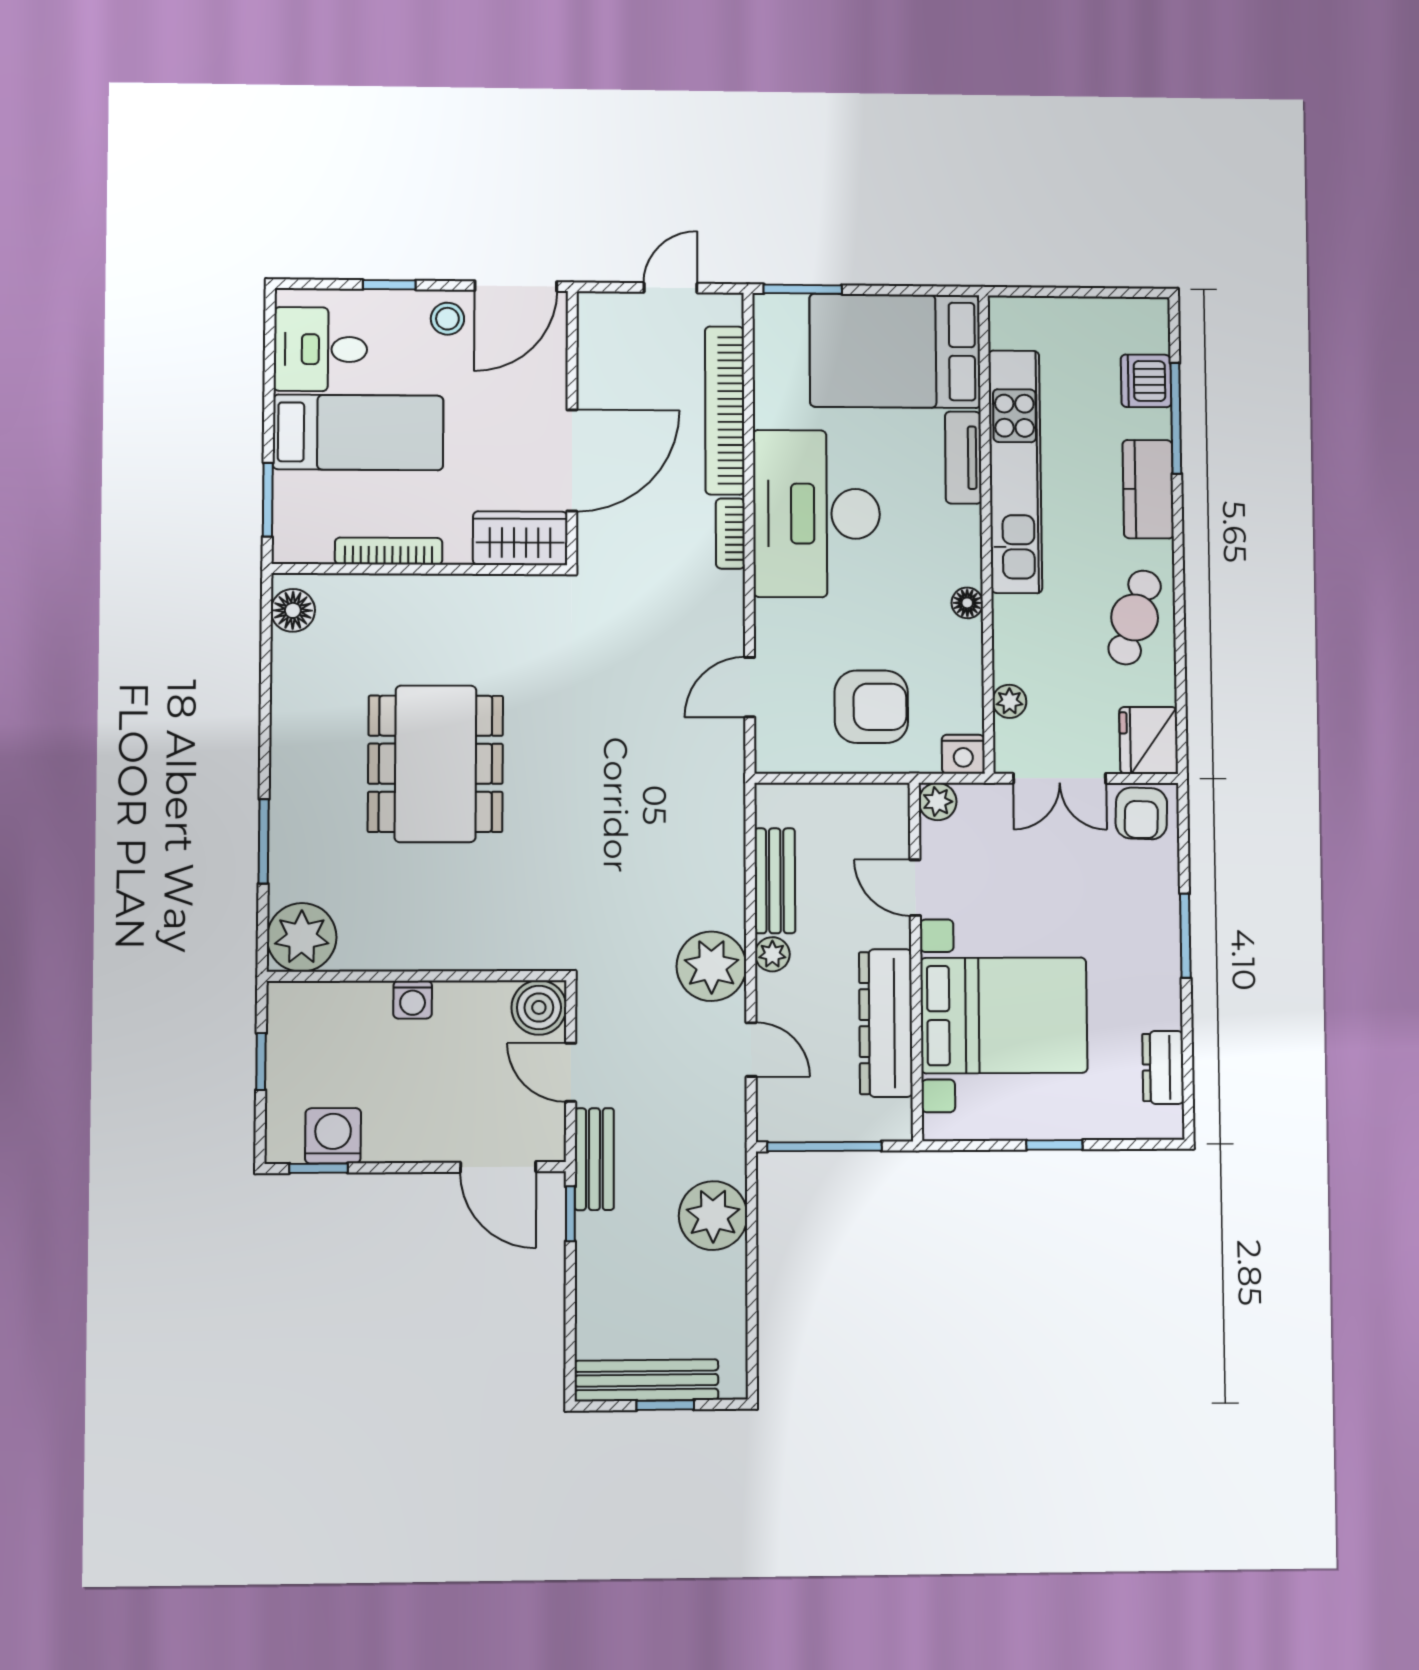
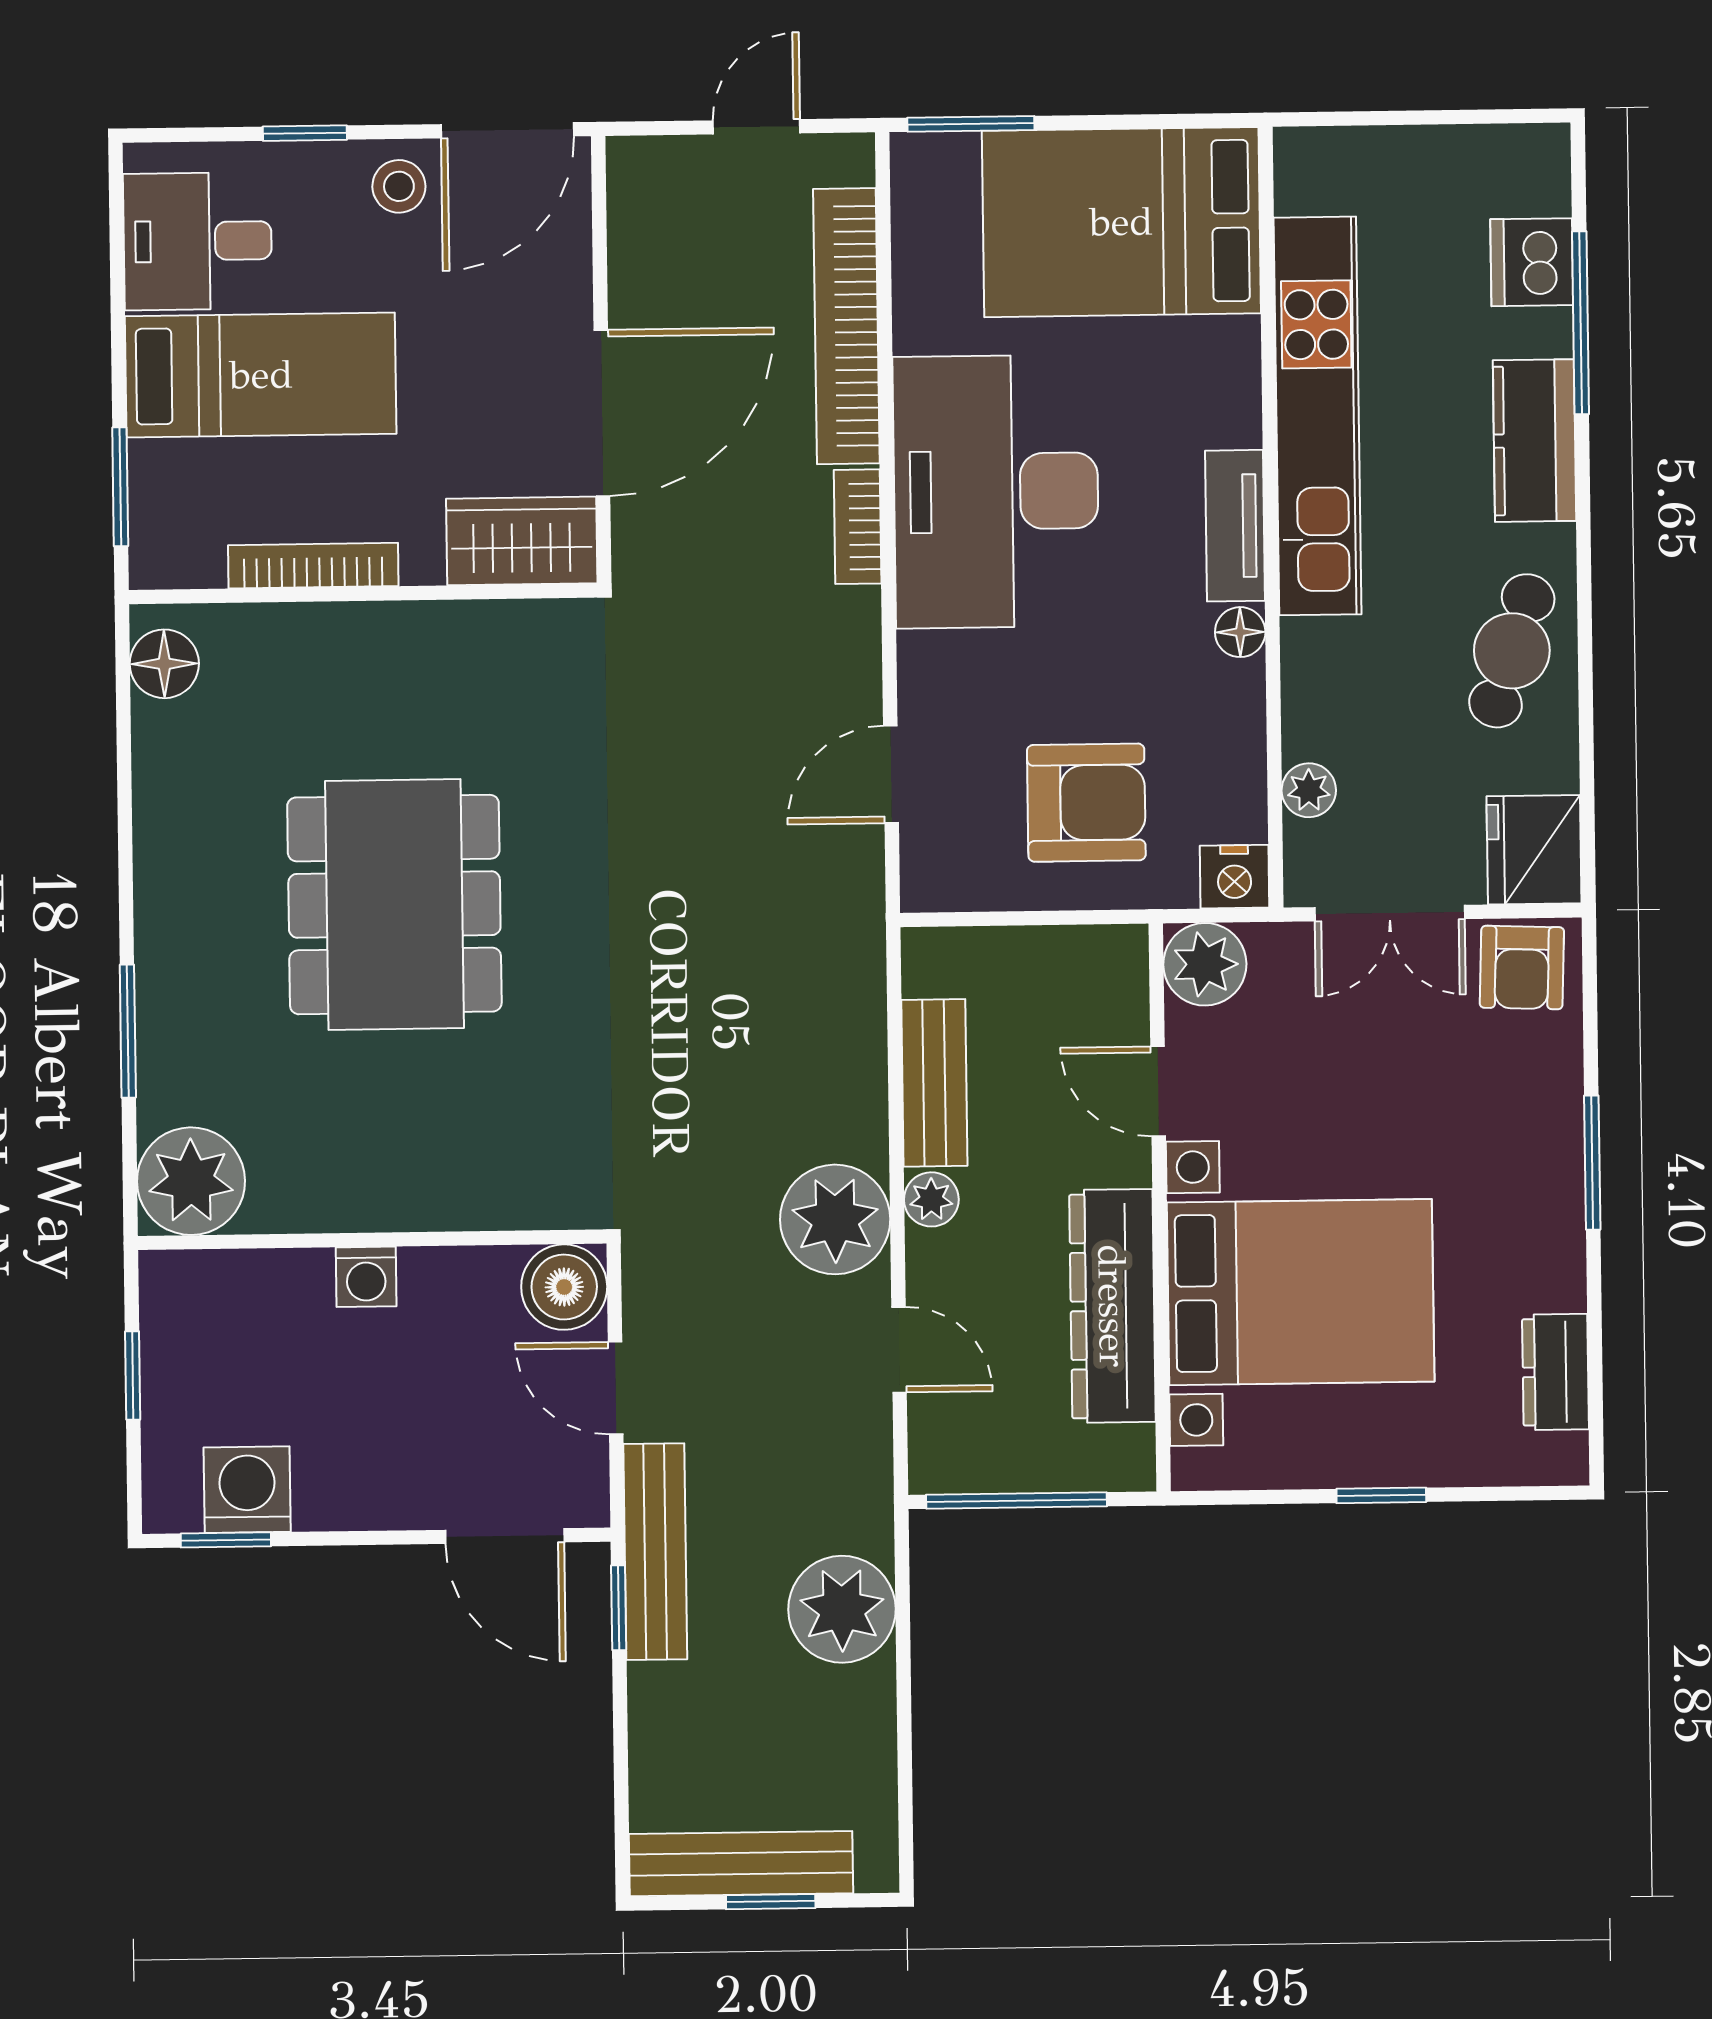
tv unit: (963, 458) -> (1235, 526), moved
plant: (938, 802) -> (1205, 964), width x1.38, depth x1.38
bench: (594, 1159) -> (655, 1552), width x1.36

